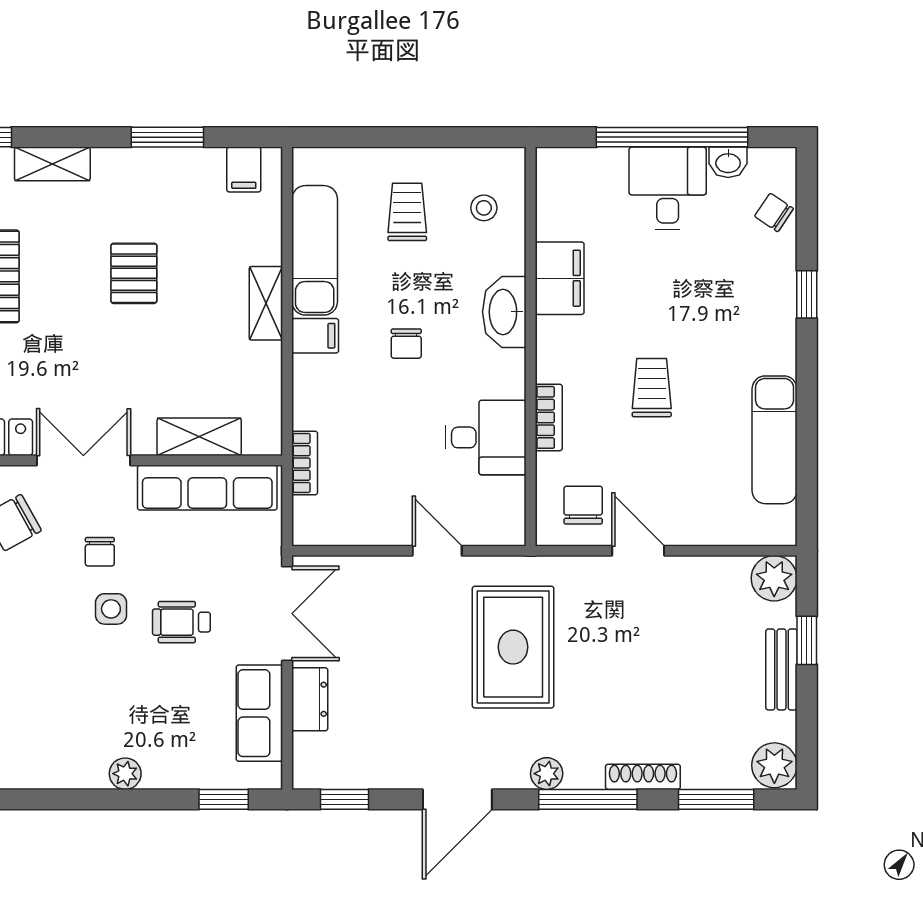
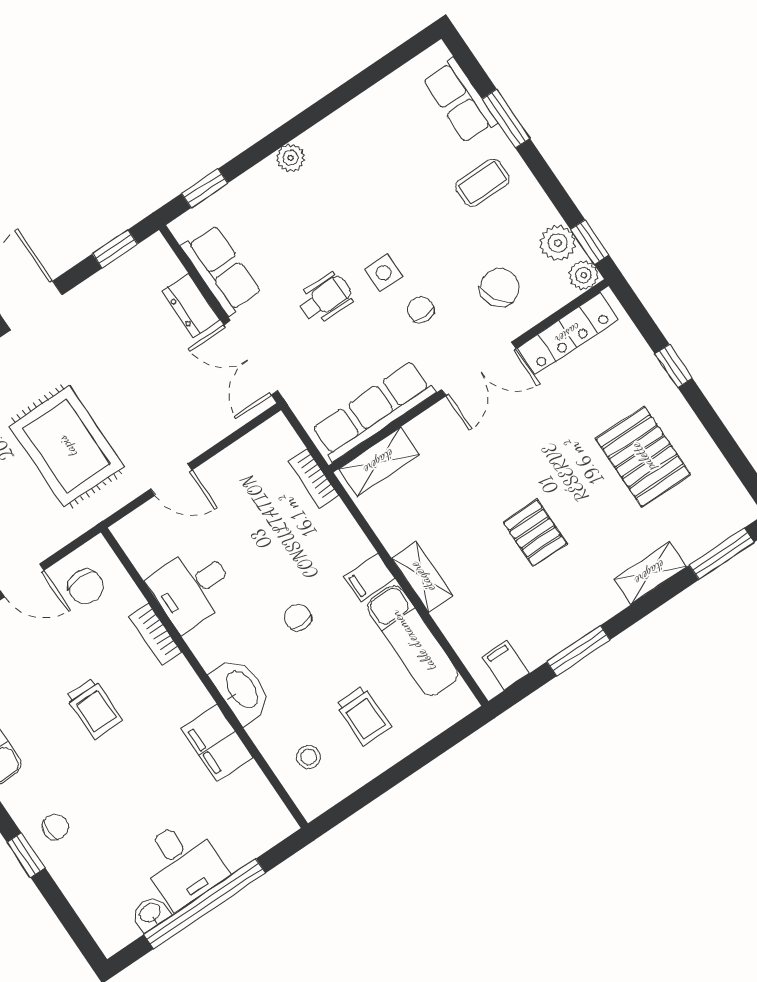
chair: (774, 212) -> (55, 827), moved, turned -34
shelving: (199, 437) -> (379, 462), moved

